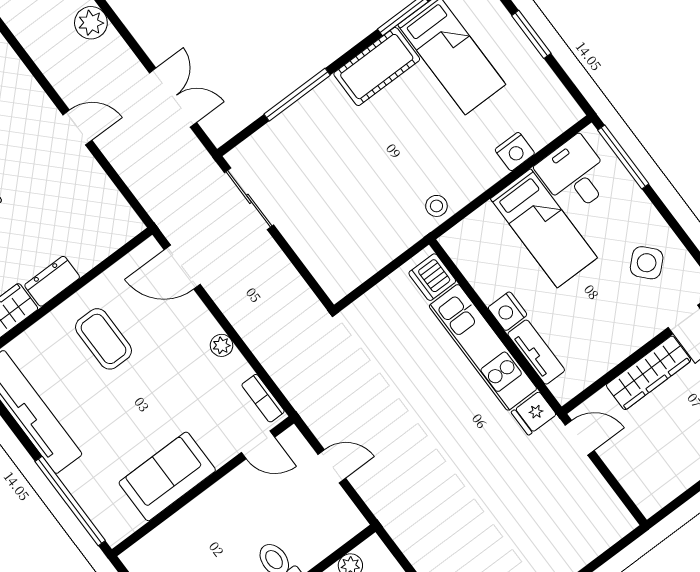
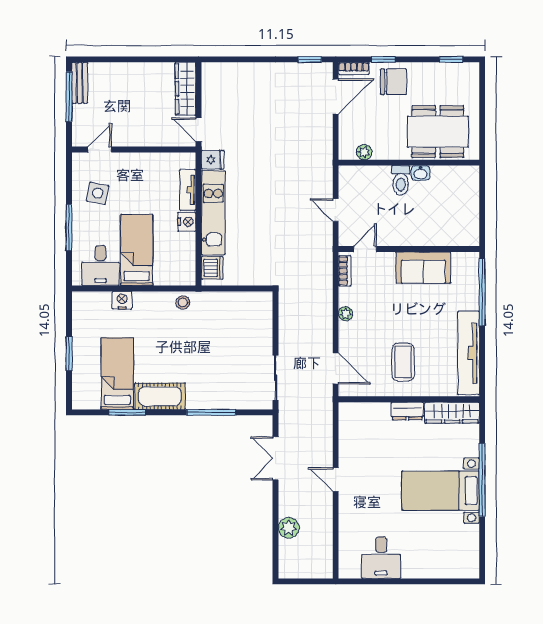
window: (623, 157) -> (69, 228), moved
side table: (647, 263) -> (98, 193), turned -36
wardrobe: (649, 373) -> (185, 89), moved, turned -90
door: (258, 445) -> (365, 249), hinge flipped

